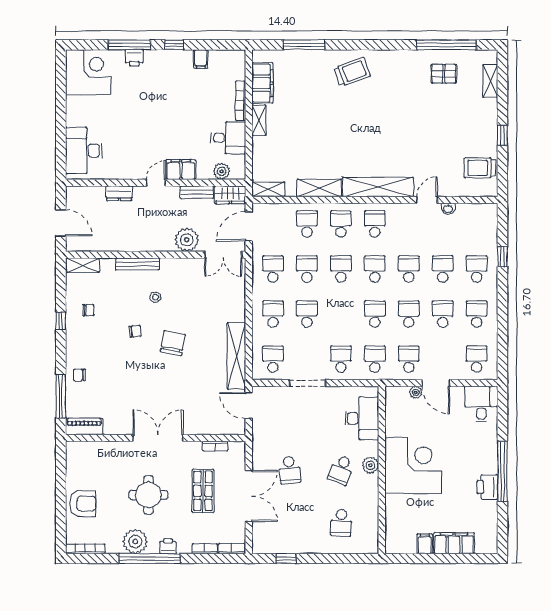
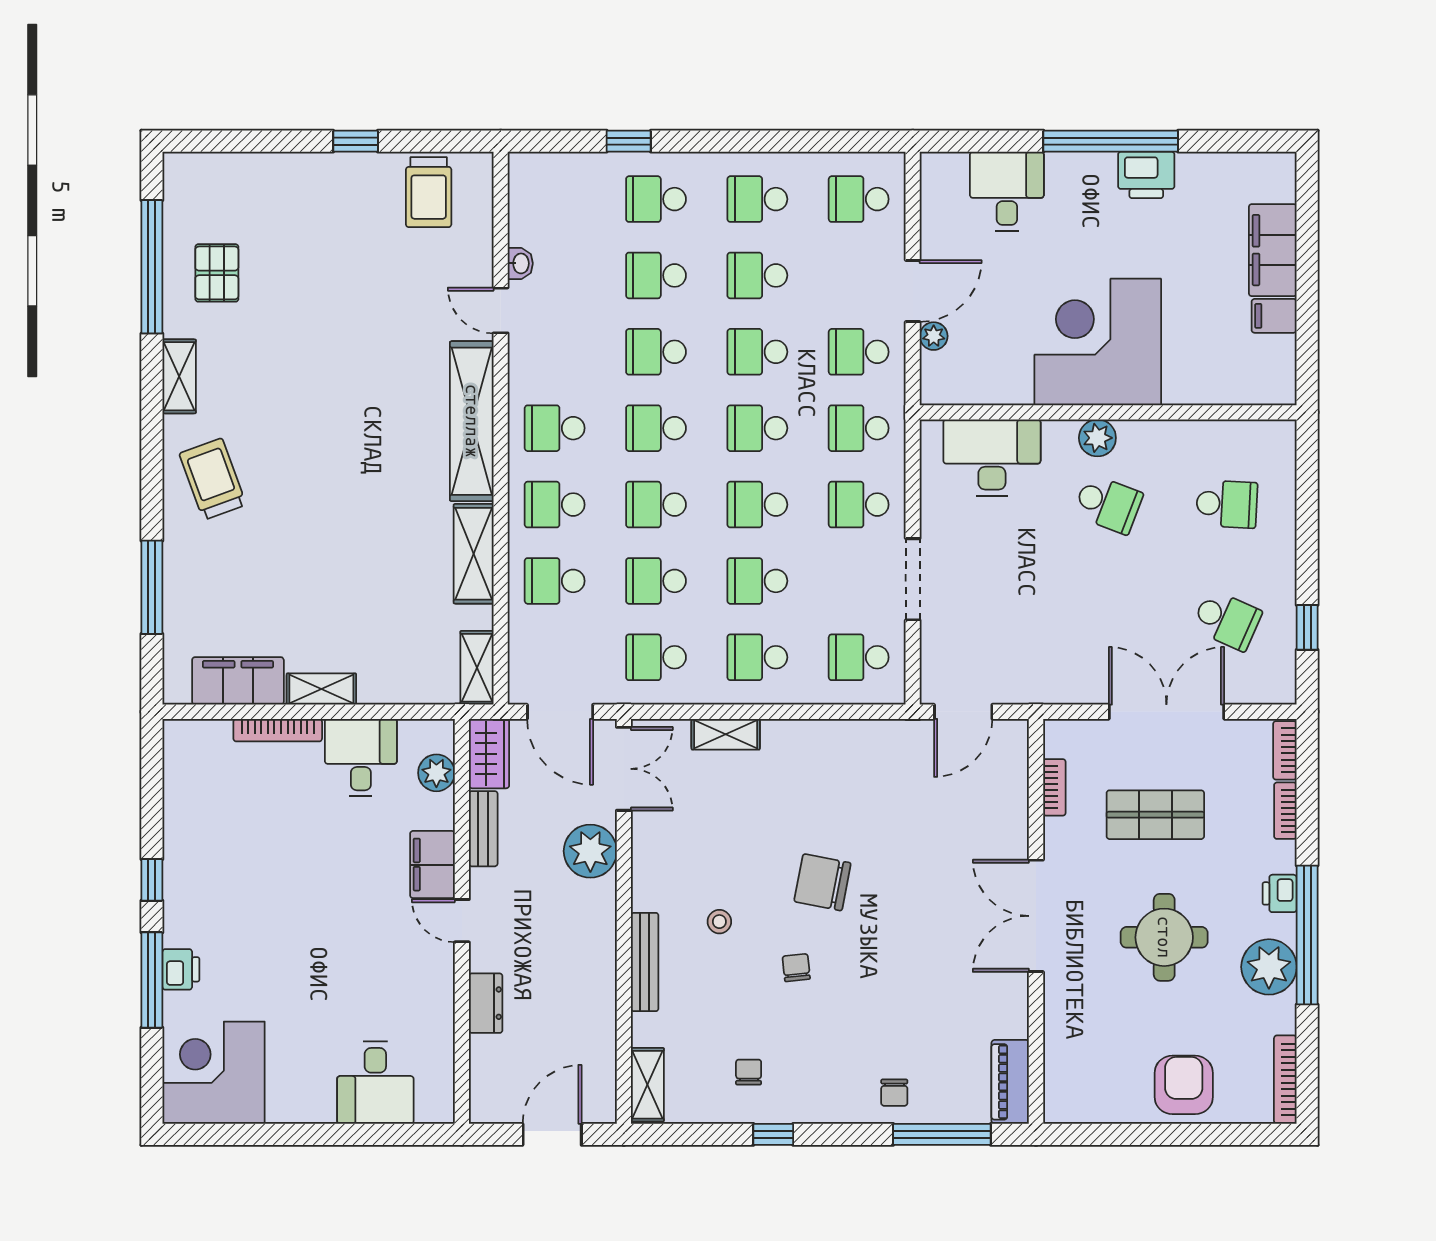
filing cabinet: (201, 59) -> (184, 820), removed
shelving: (490, 81) -> (179, 376), moved, turned 90
desk: (84, 151) -> (375, 1083), width x0.73
school desk: (341, 314) -> (757, 505), added
shelving: (236, 356) -> (726, 734), moved, width x0.45, depth x0.75
desk: (481, 404) -> (1007, 192), moved, turned 90
school desk: (290, 470) -> (1227, 620), moved, turned 30

